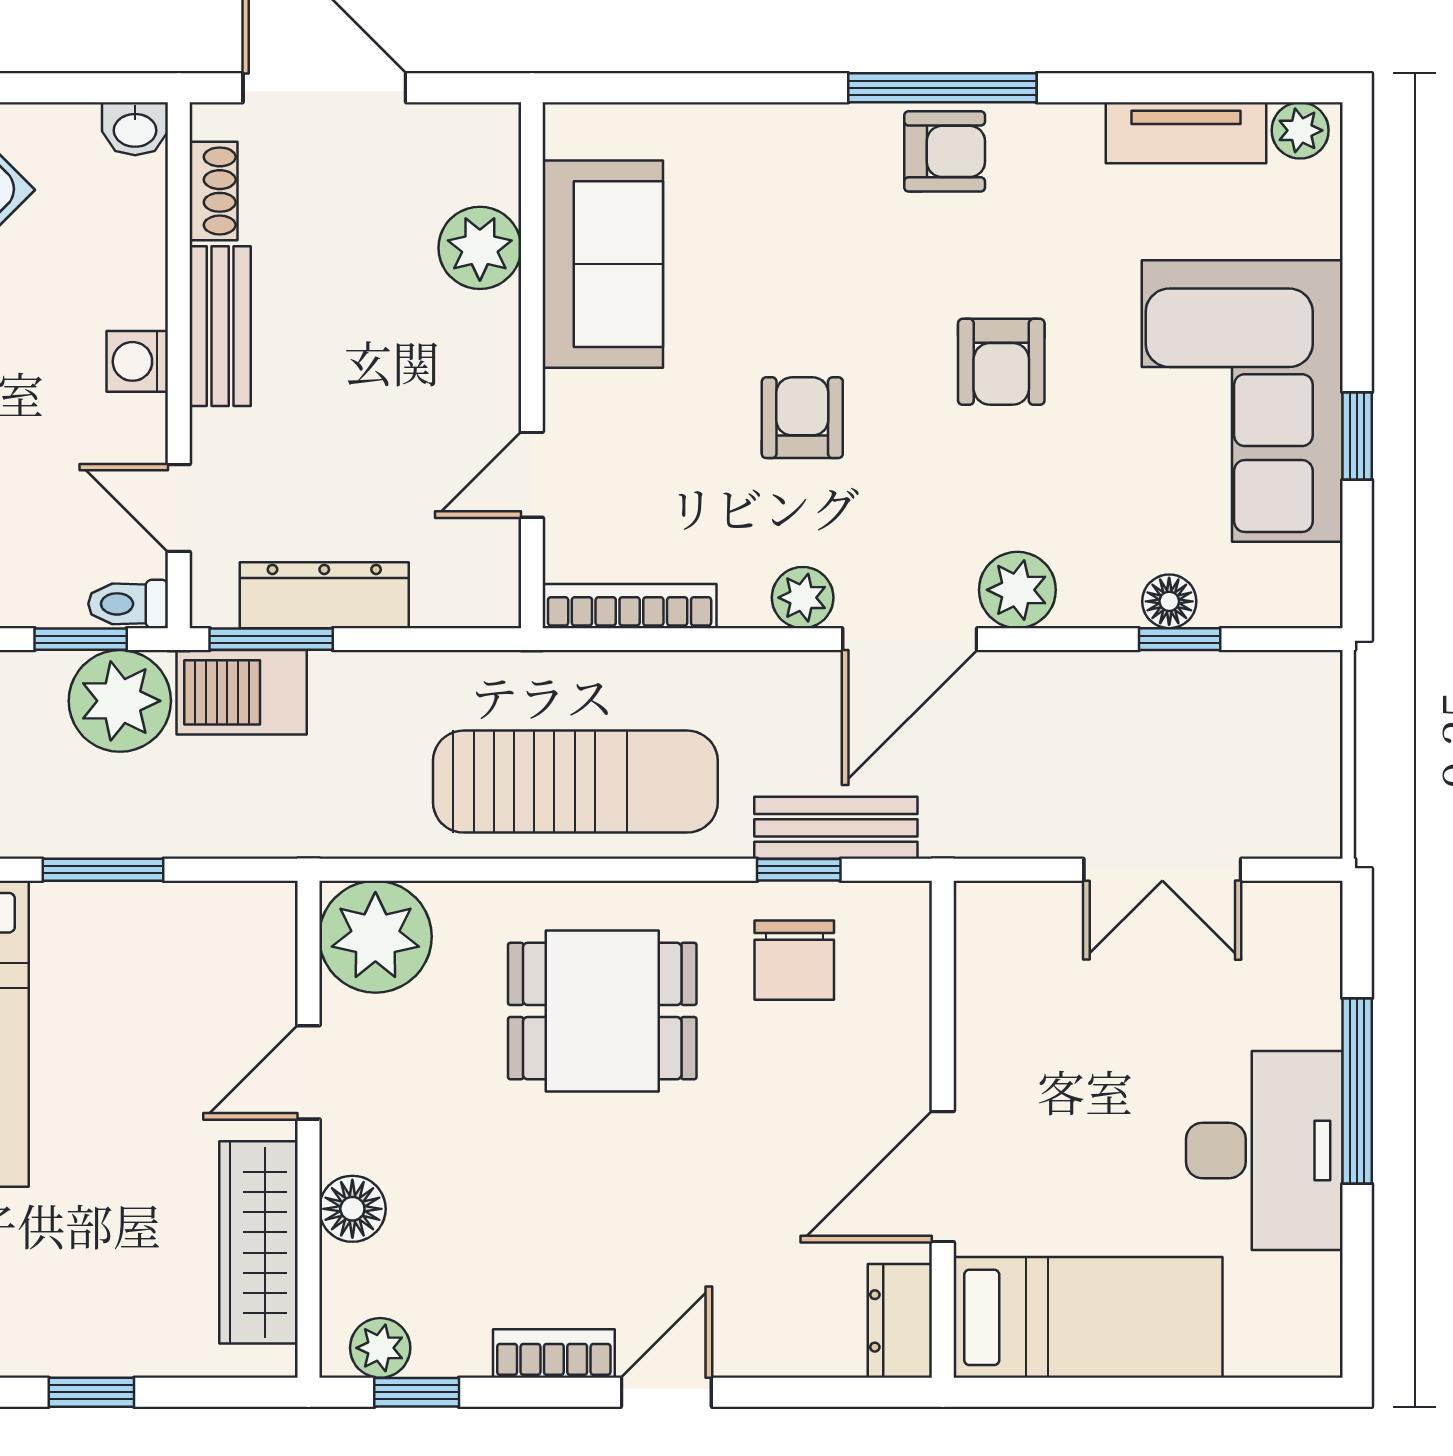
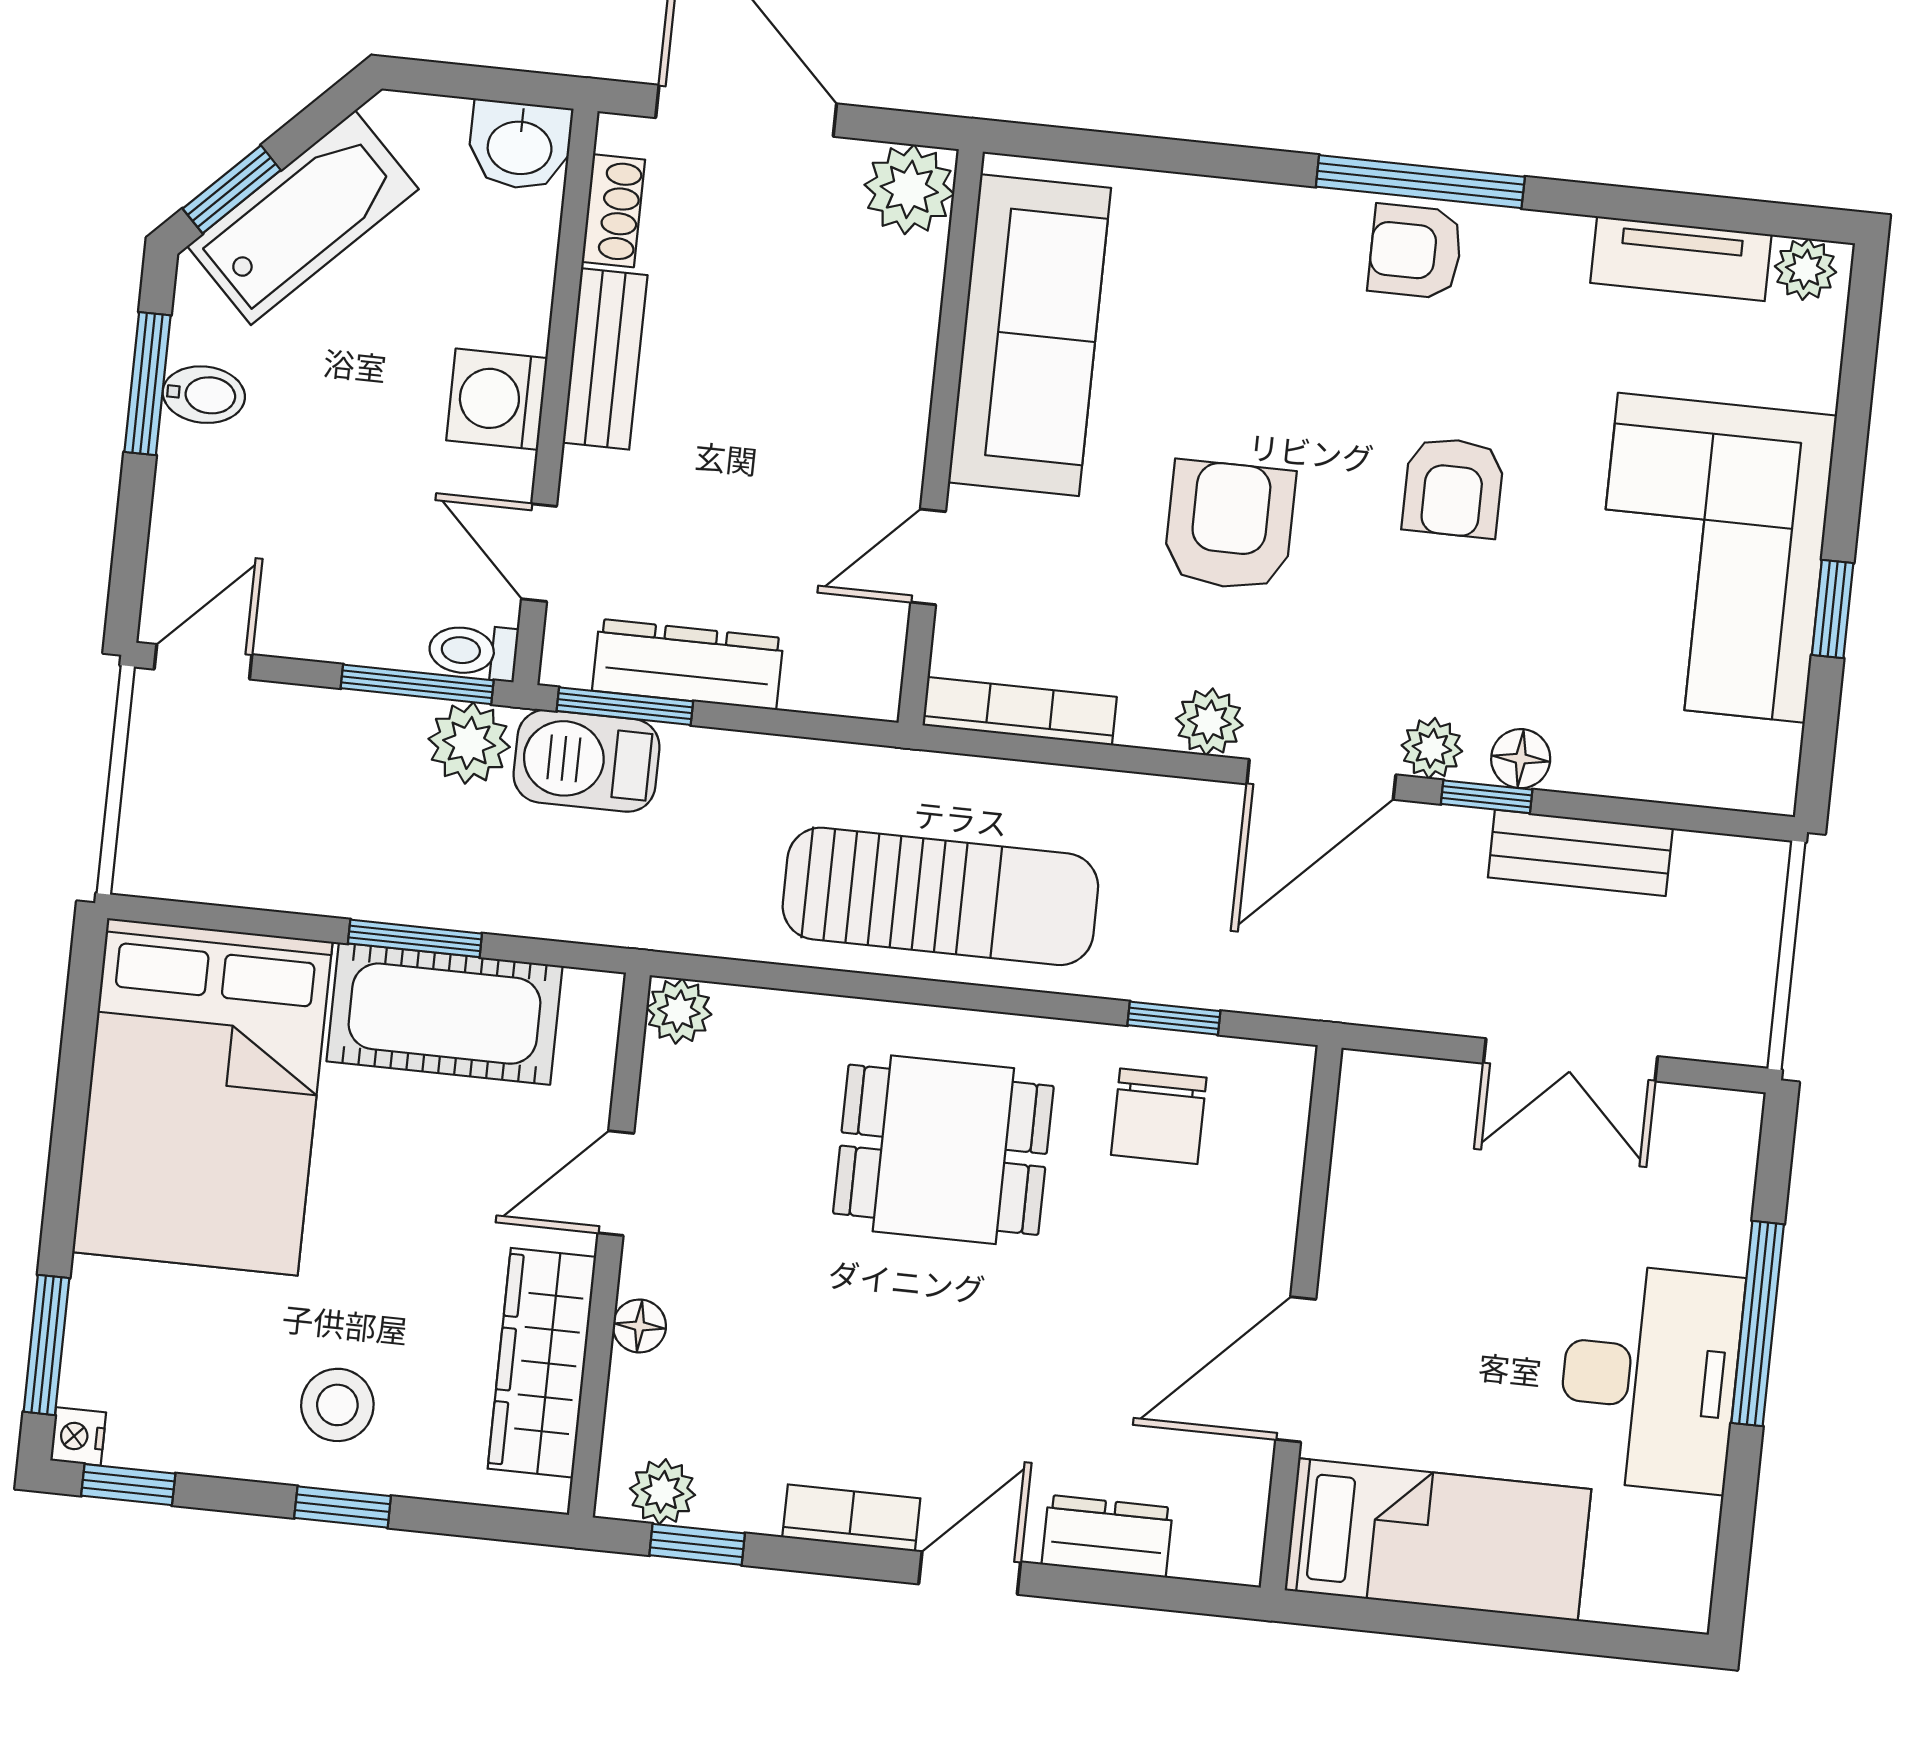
washbasin: (135, 129) -> (520, 145), width x1.38, depth x1.45
armchair: (945, 151) -> (1415, 251), turned 180
plant: (480, 248) -> (909, 189), moved
sofa: (603, 264) -> (1030, 335), width x1.36
washing machine: (137, 361) -> (497, 399), width x1.38, depth x1.38
armchair: (802, 418) -> (1230, 525), width x1.38, depth x1.38
plant: (1017, 590) -> (1432, 748), width x0.73, depth x0.73
floor lamp: (1169, 601) -> (1521, 759), moved
window: (81, 639) -> (417, 684), width x1.50
window: (1180, 639) -> (1487, 797), moved
plant: (120, 701) -> (469, 743), width x0.73, depth x0.73
bench: (836, 828) -> (1580, 853), moved
cot: (137, 935) -> (444, 1014), added
plant: (375, 937) -> (679, 1011), width x0.53, depth x0.53
floor lamp: (352, 1209) -> (639, 1326), width x0.73, depth x0.73
stool: (77, 1300) -> (337, 1405), added
dresser: (900, 1321) -> (1107, 1536), moved, turned 90

